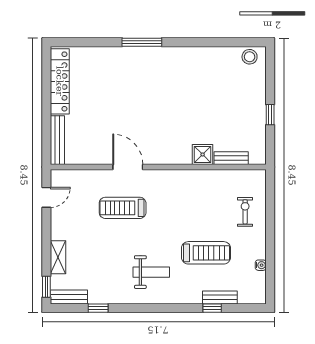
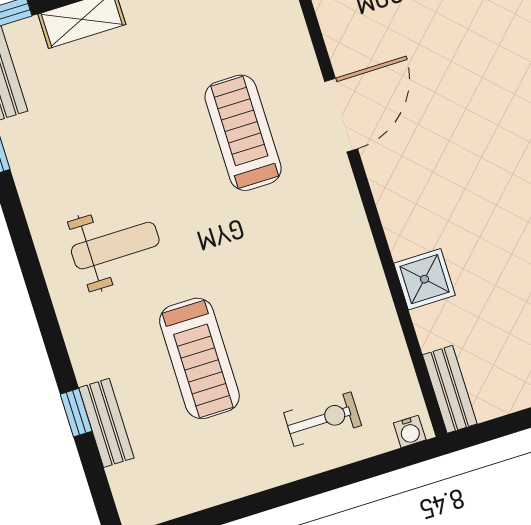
bench: (231, 158) -> (450, 389), moved
water cooler: (261, 265) -> (410, 431), moved
weight bench: (151, 272) -> (115, 246), turned -90

